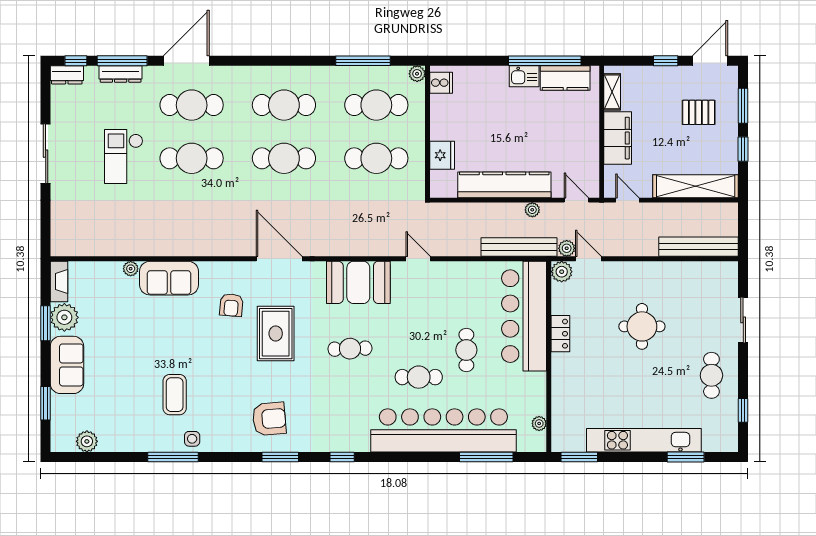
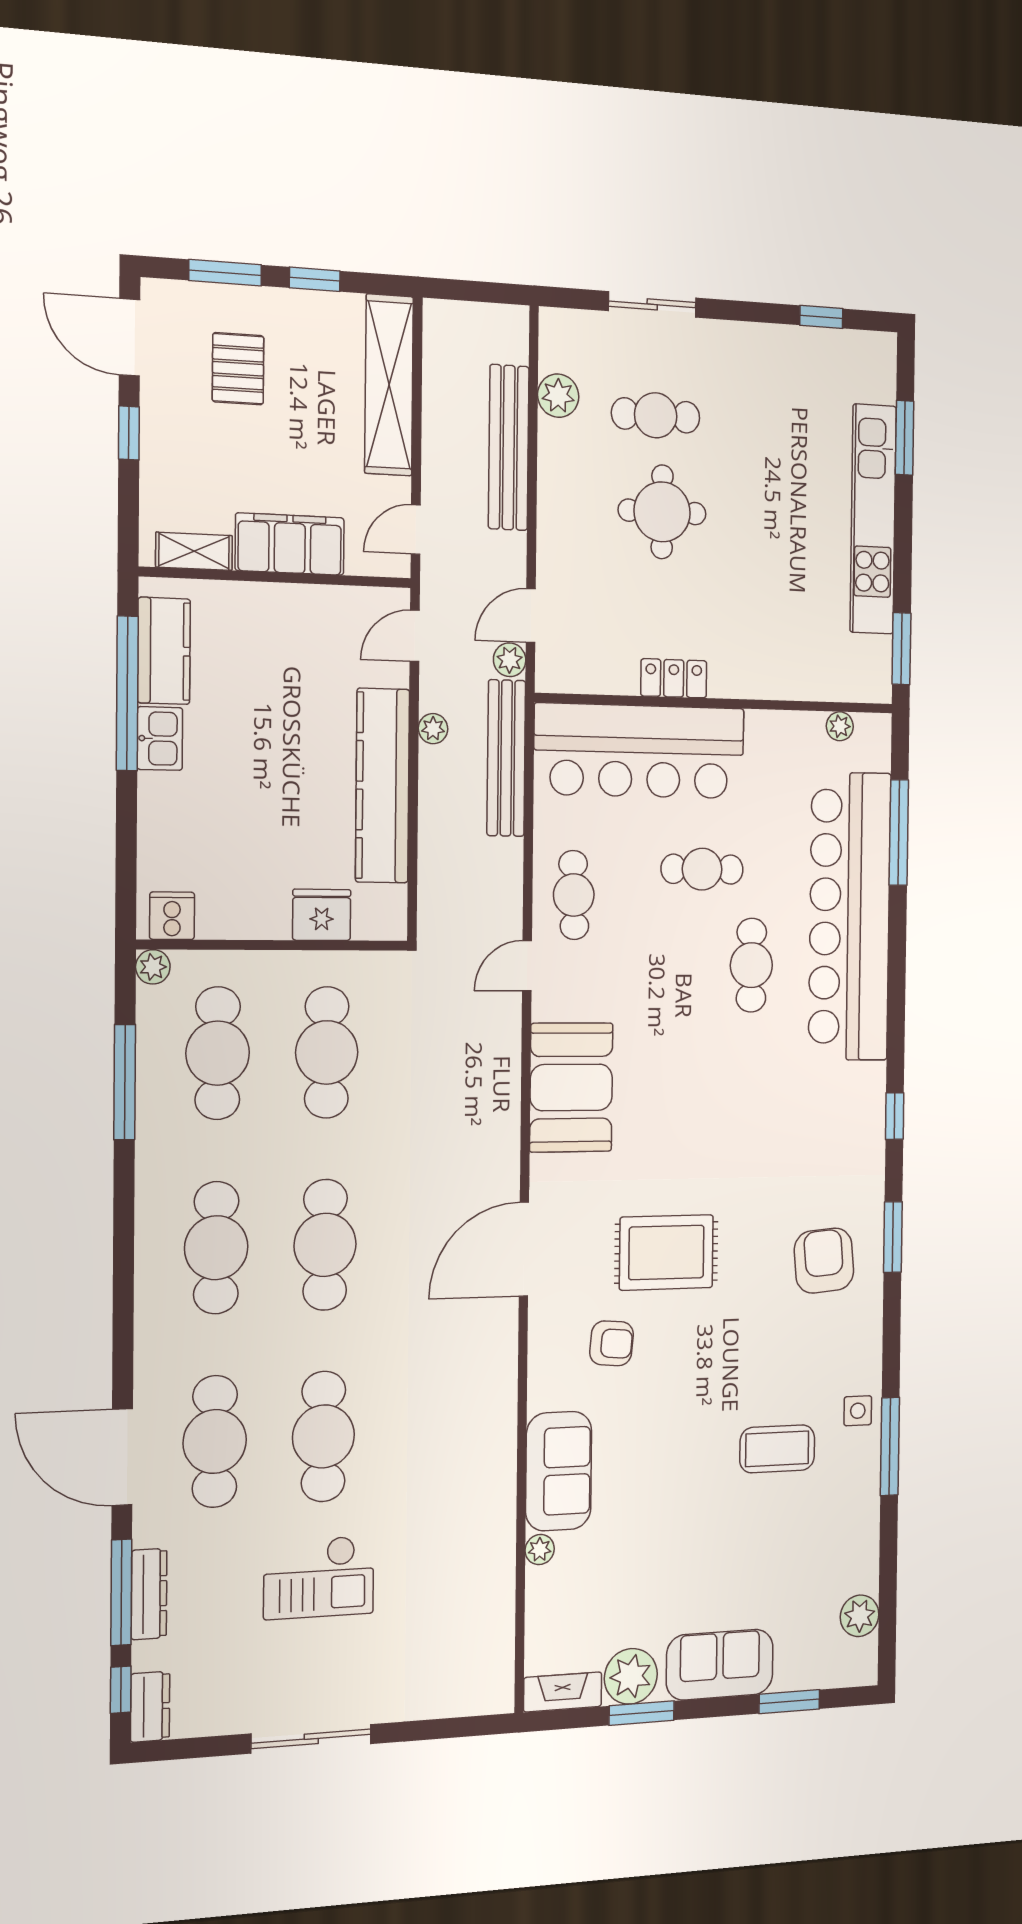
bench: (699, 247) -> (509, 448), moved
plant: (562, 272) -> (558, 396), moved
cafe table: (350, 349) -> (574, 895), moved
cafe table: (711, 375) -> (656, 415), moved

